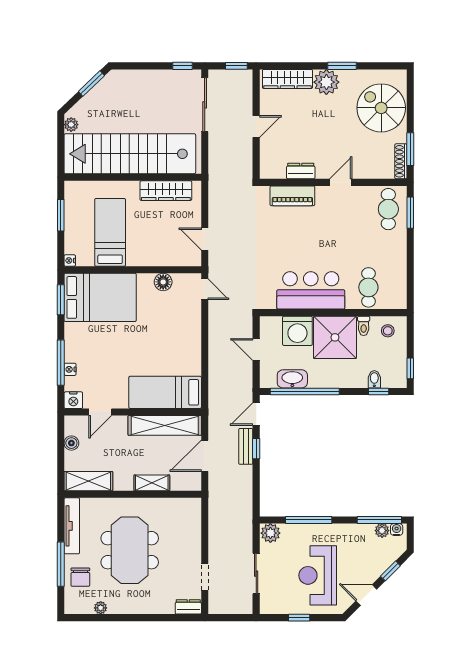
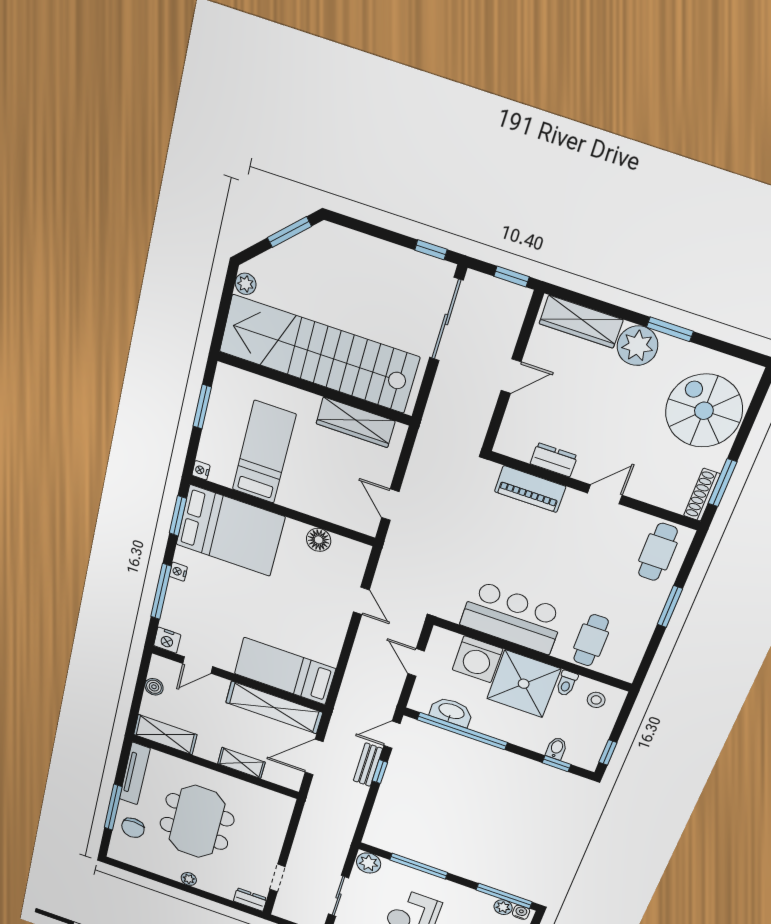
window: (410, 213) -> (670, 606), moved
door: (205, 289) -> (361, 601), moved
nightstand: (70, 369) -> (178, 572), moved
plant: (101, 608) -> (189, 879), moved

